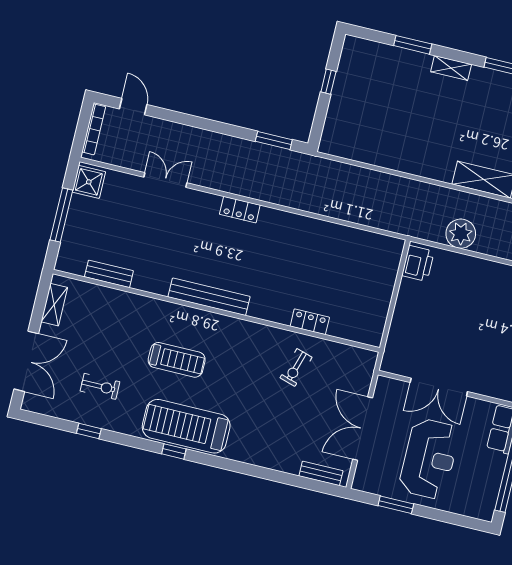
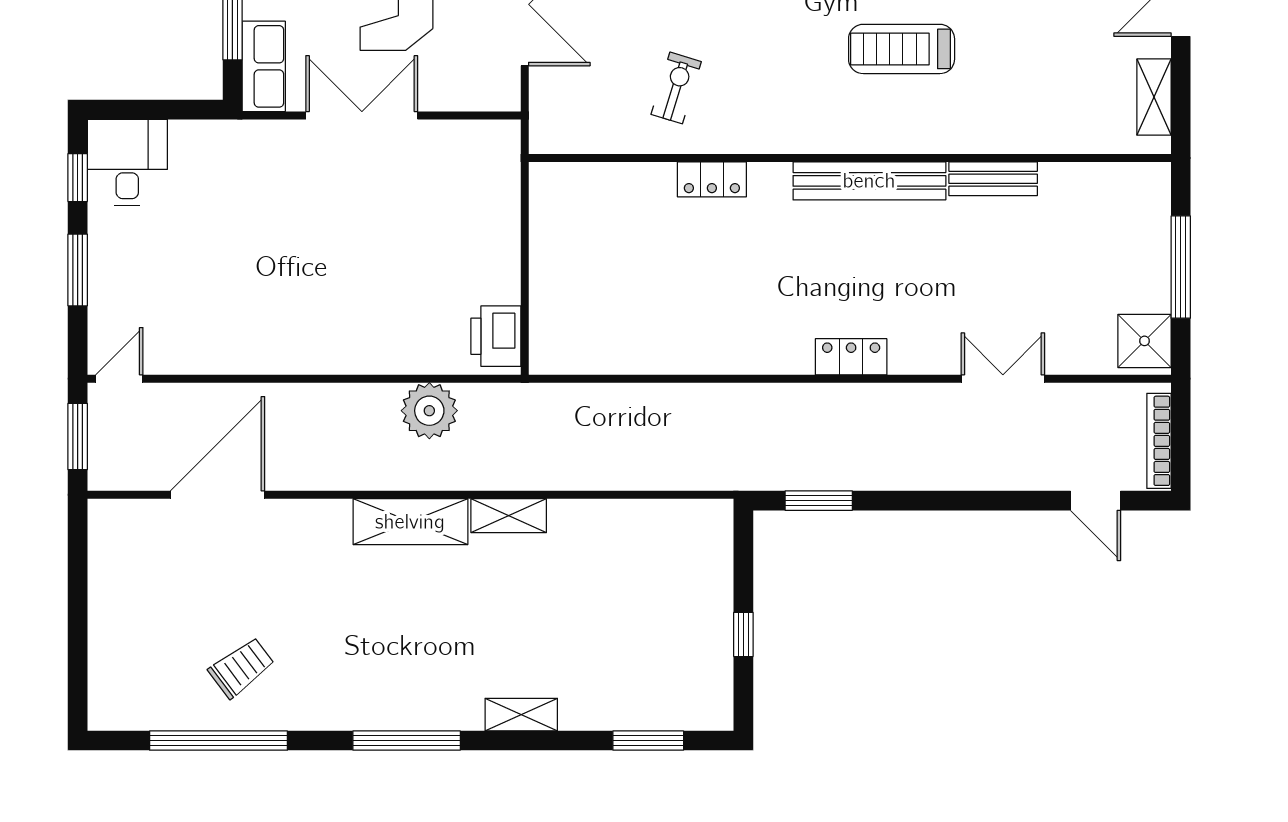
window: (413, 45) -> (648, 741), moved
shelving: (433, 171) -> (509, 516), added
double door: (165, 180) -> (1003, 379), swing flipped
bench: (109, 274) -> (993, 179), moved
locker: (310, 322) -> (712, 179), moved
double door: (439, 387) -> (362, 115), moved

